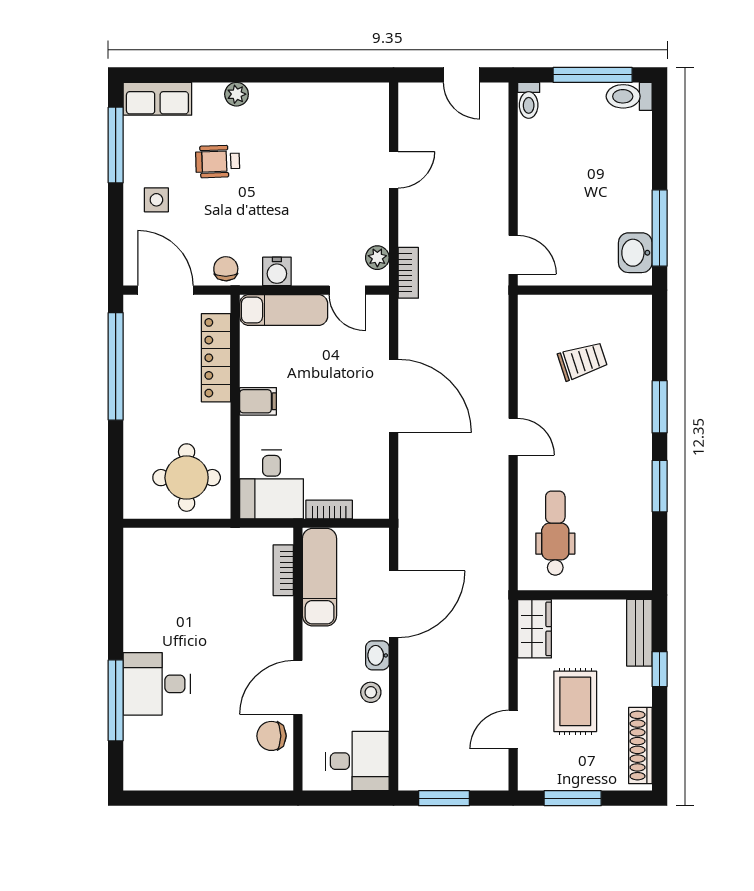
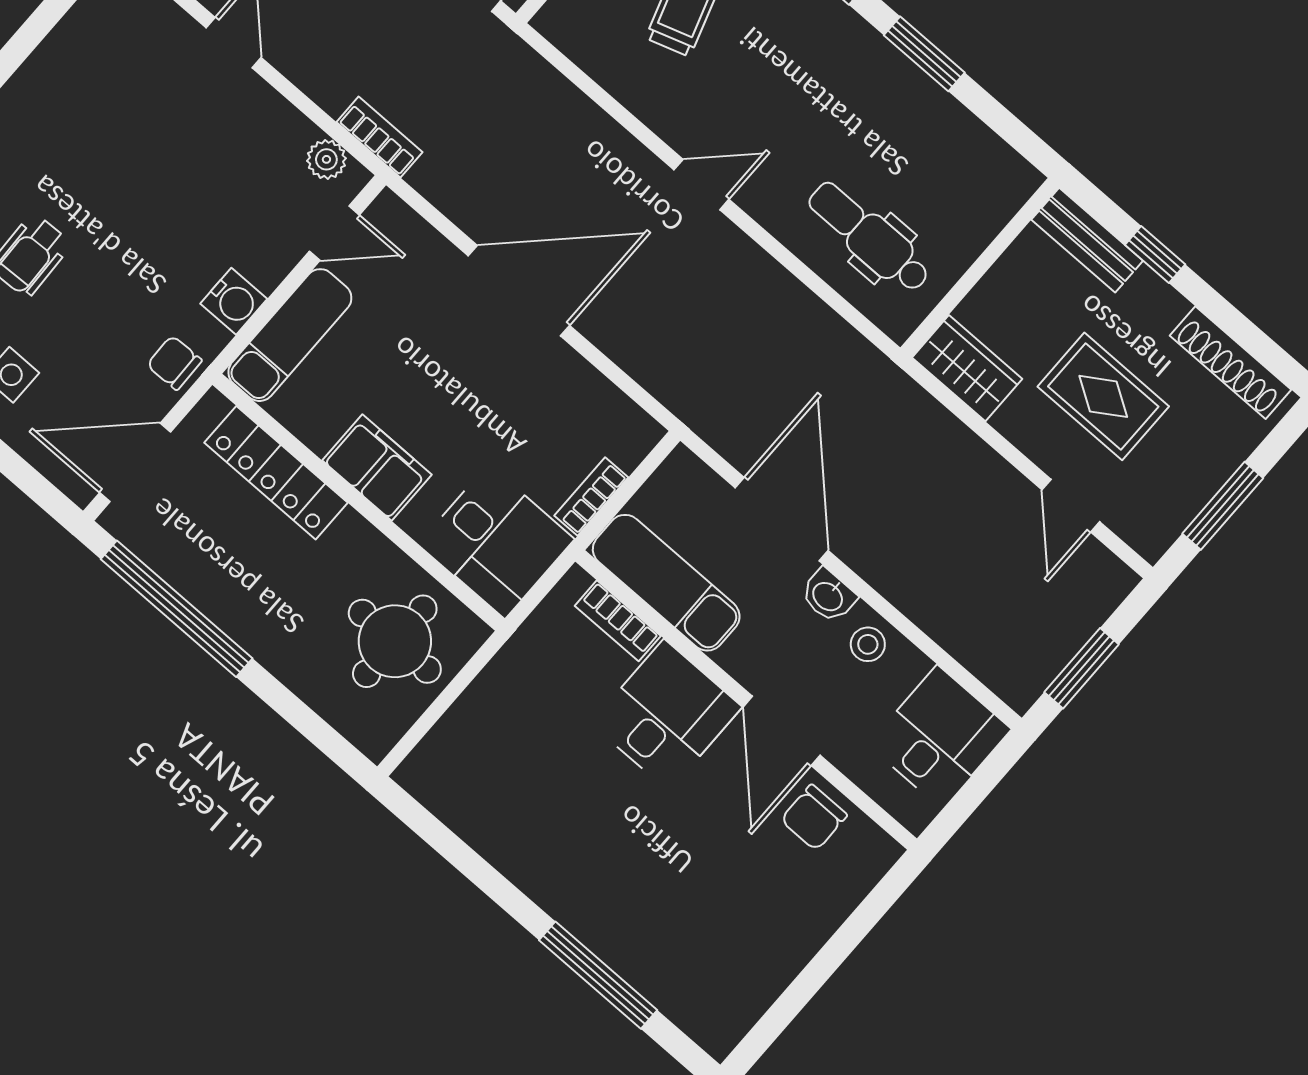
filing cabinet: (258, 401) -> (377, 467), width x2.00
desk: (157, 684) -> (666, 715), moved, turned 180

